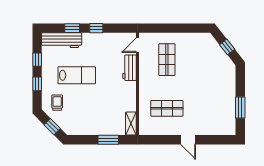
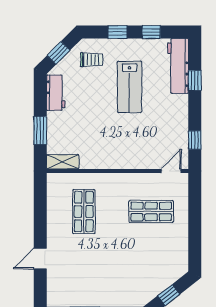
window: (96, 28) -> (195, 140), moved
door: (138, 45) -> (171, 171), hinge flipped
workbench: (129, 68) -> (56, 93), moved, turned 90
door: (188, 140) -> (40, 259), moved

